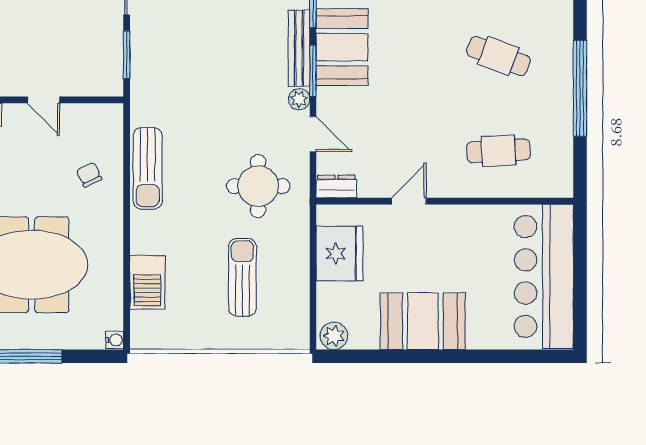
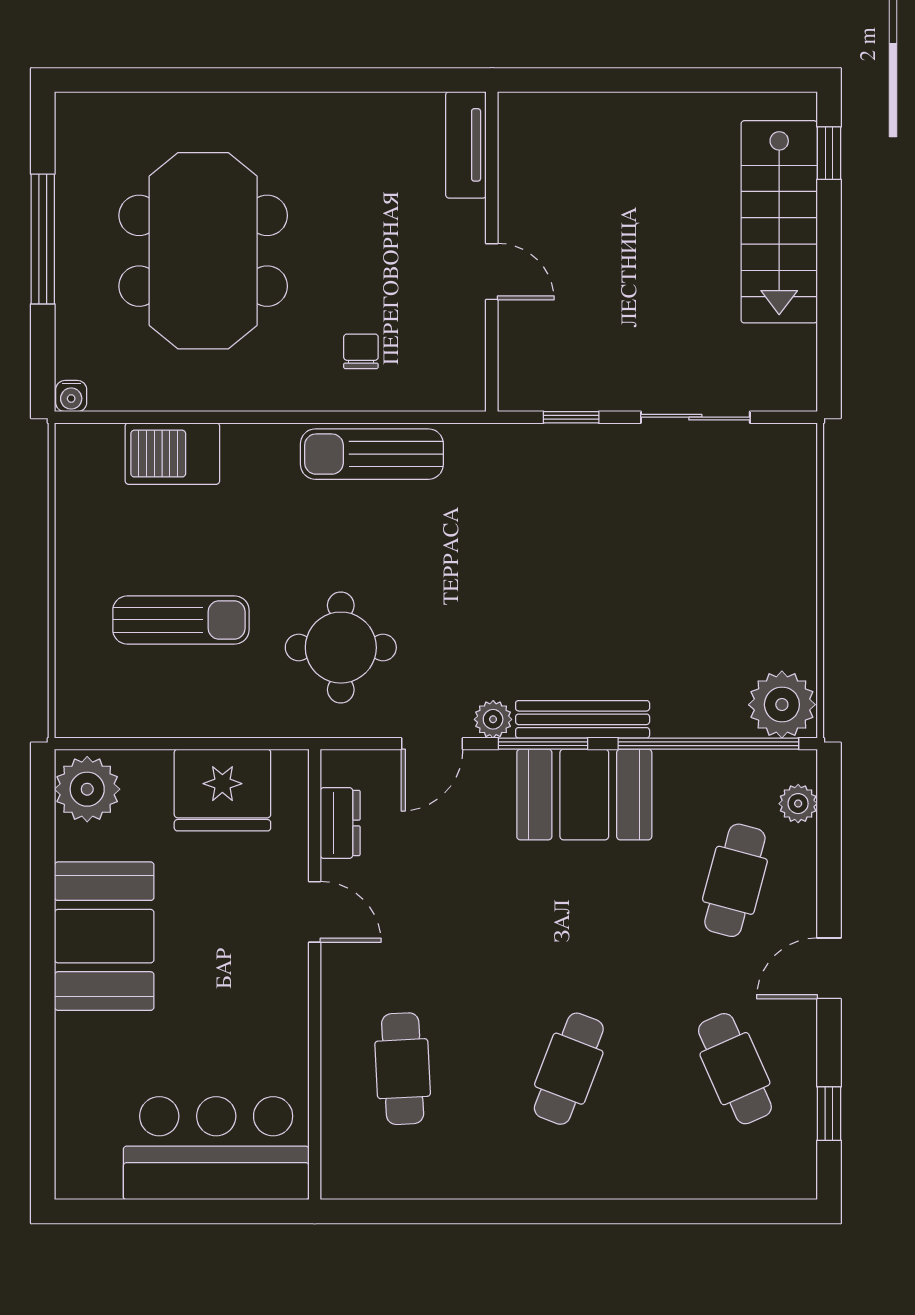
window: (127, 55) -> (571, 417), width x0.67
window: (580, 88) -> (512, 1211), removed
door: (44, 100) -> (492, 272), swing flipped
chair: (89, 175) -> (361, 351), turned -65
dresser: (336, 186) -> (340, 823), moved
bar counter: (544, 277) -> (216, 1148), width x0.73
plant: (334, 336) -> (87, 789), width x1.36, depth x1.36

